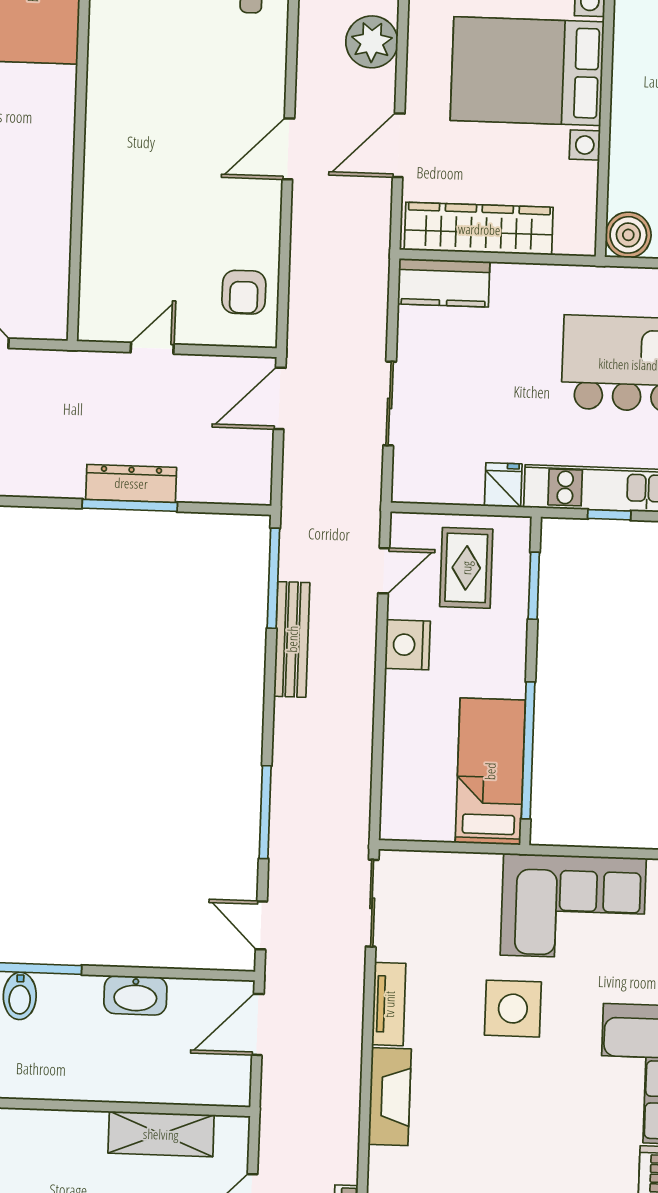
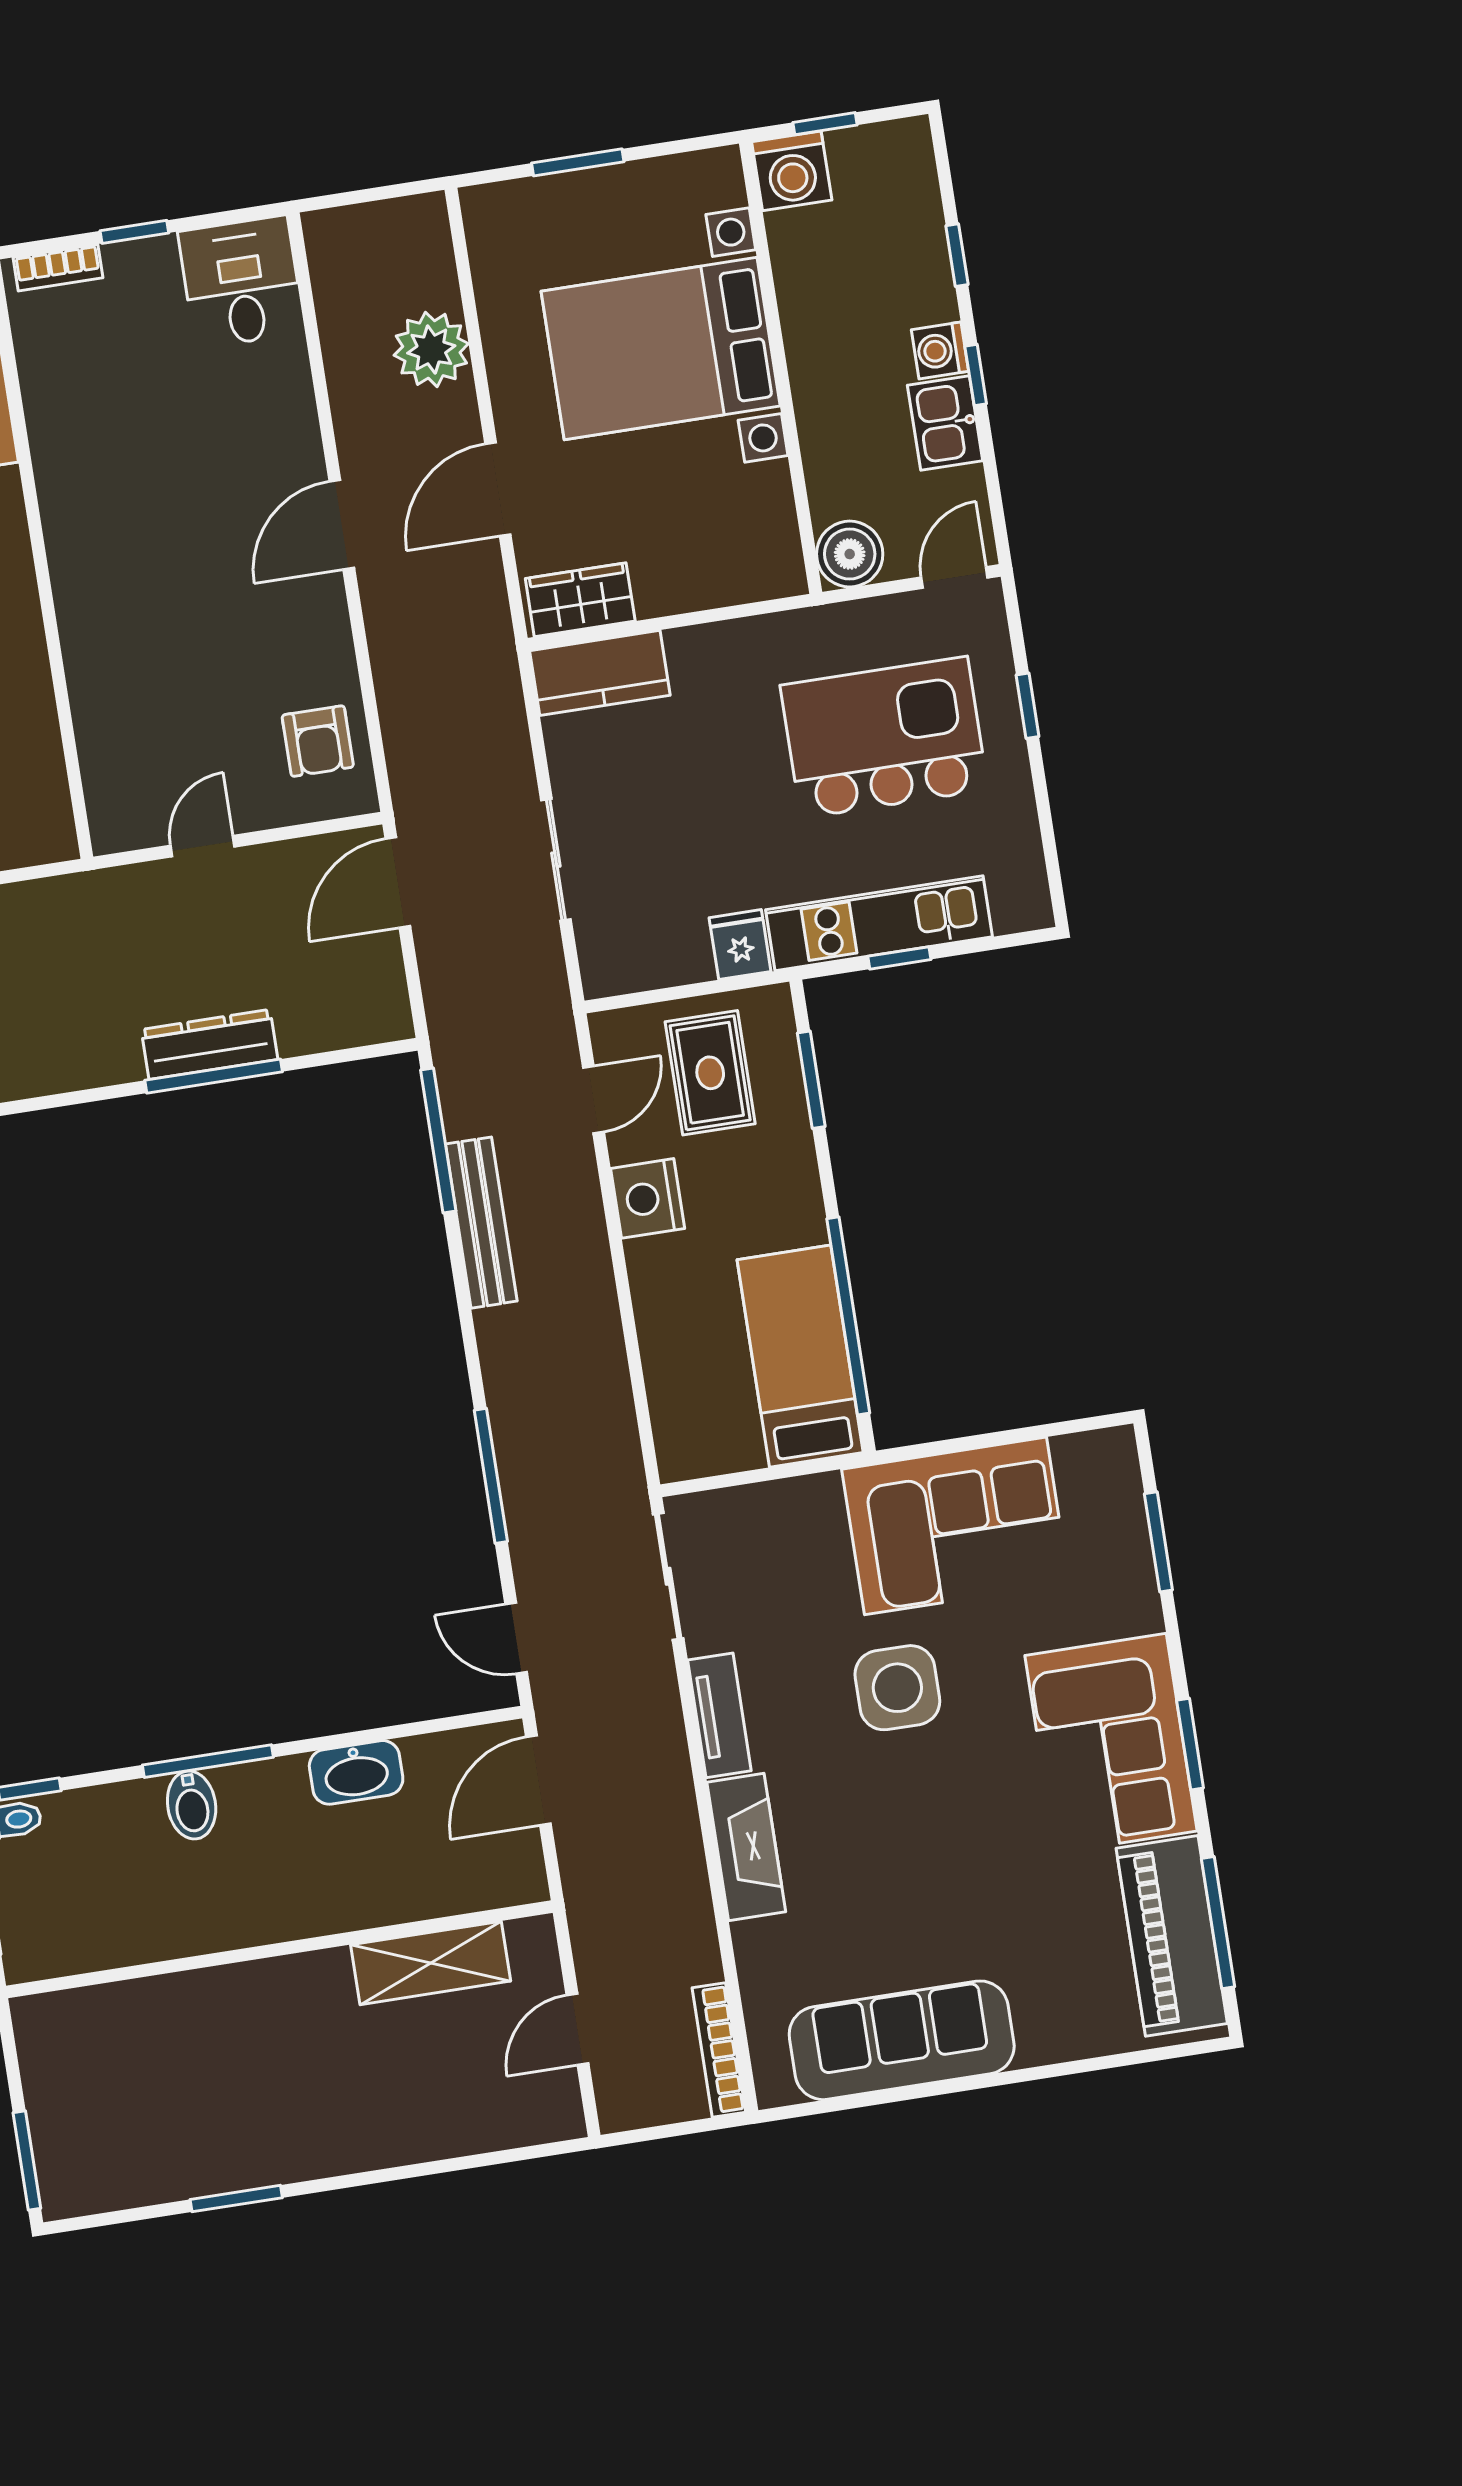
wardrobe: (479, 229) -> (580, 600), width x0.48, depth x0.85

